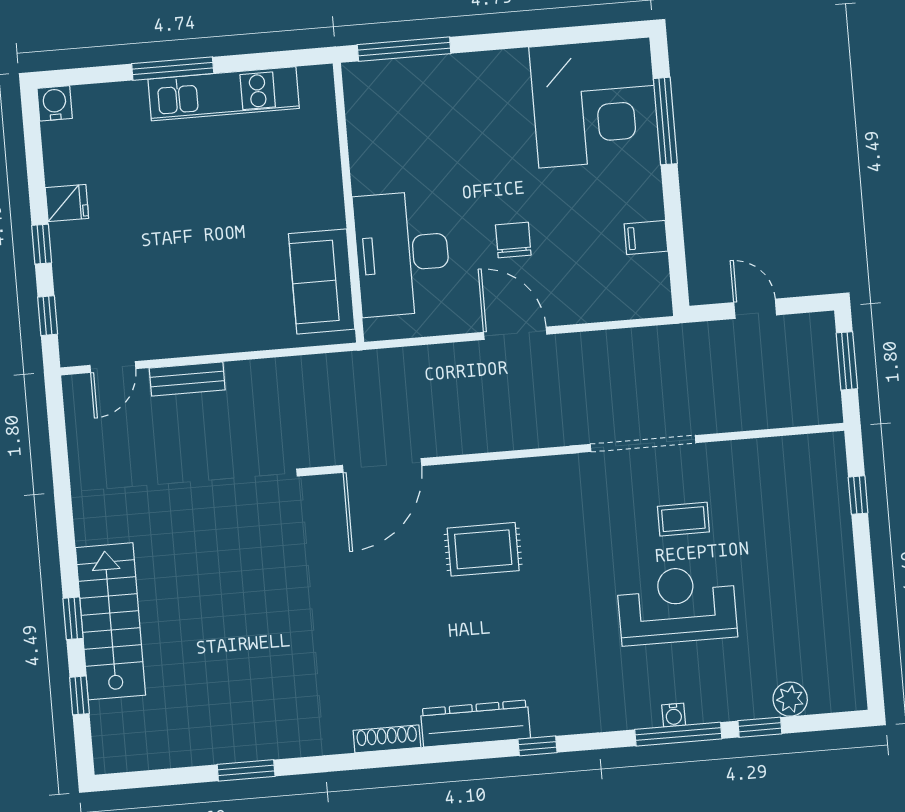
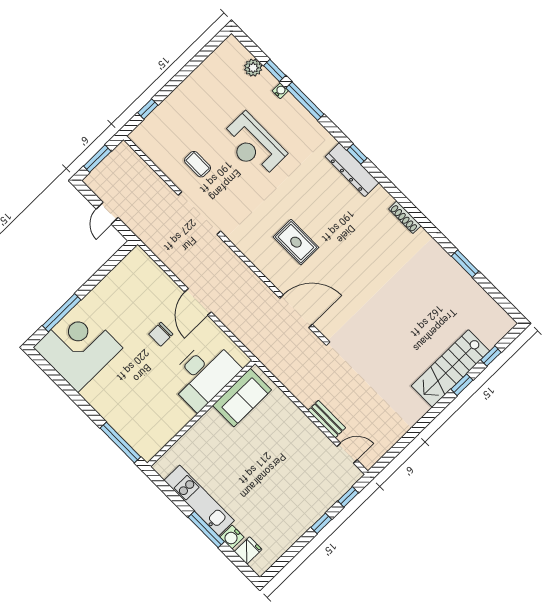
water cooler: (55, 103) -> (232, 537), moved
fridge: (67, 203) -> (248, 550), moved, turned 90
filing cabinet: (646, 237) -> (115, 281), removed
coffee table: (683, 519) -> (198, 164), moved
water cooler: (674, 715) -> (280, 91), moved
dresser: (475, 724) -> (352, 170), moved

